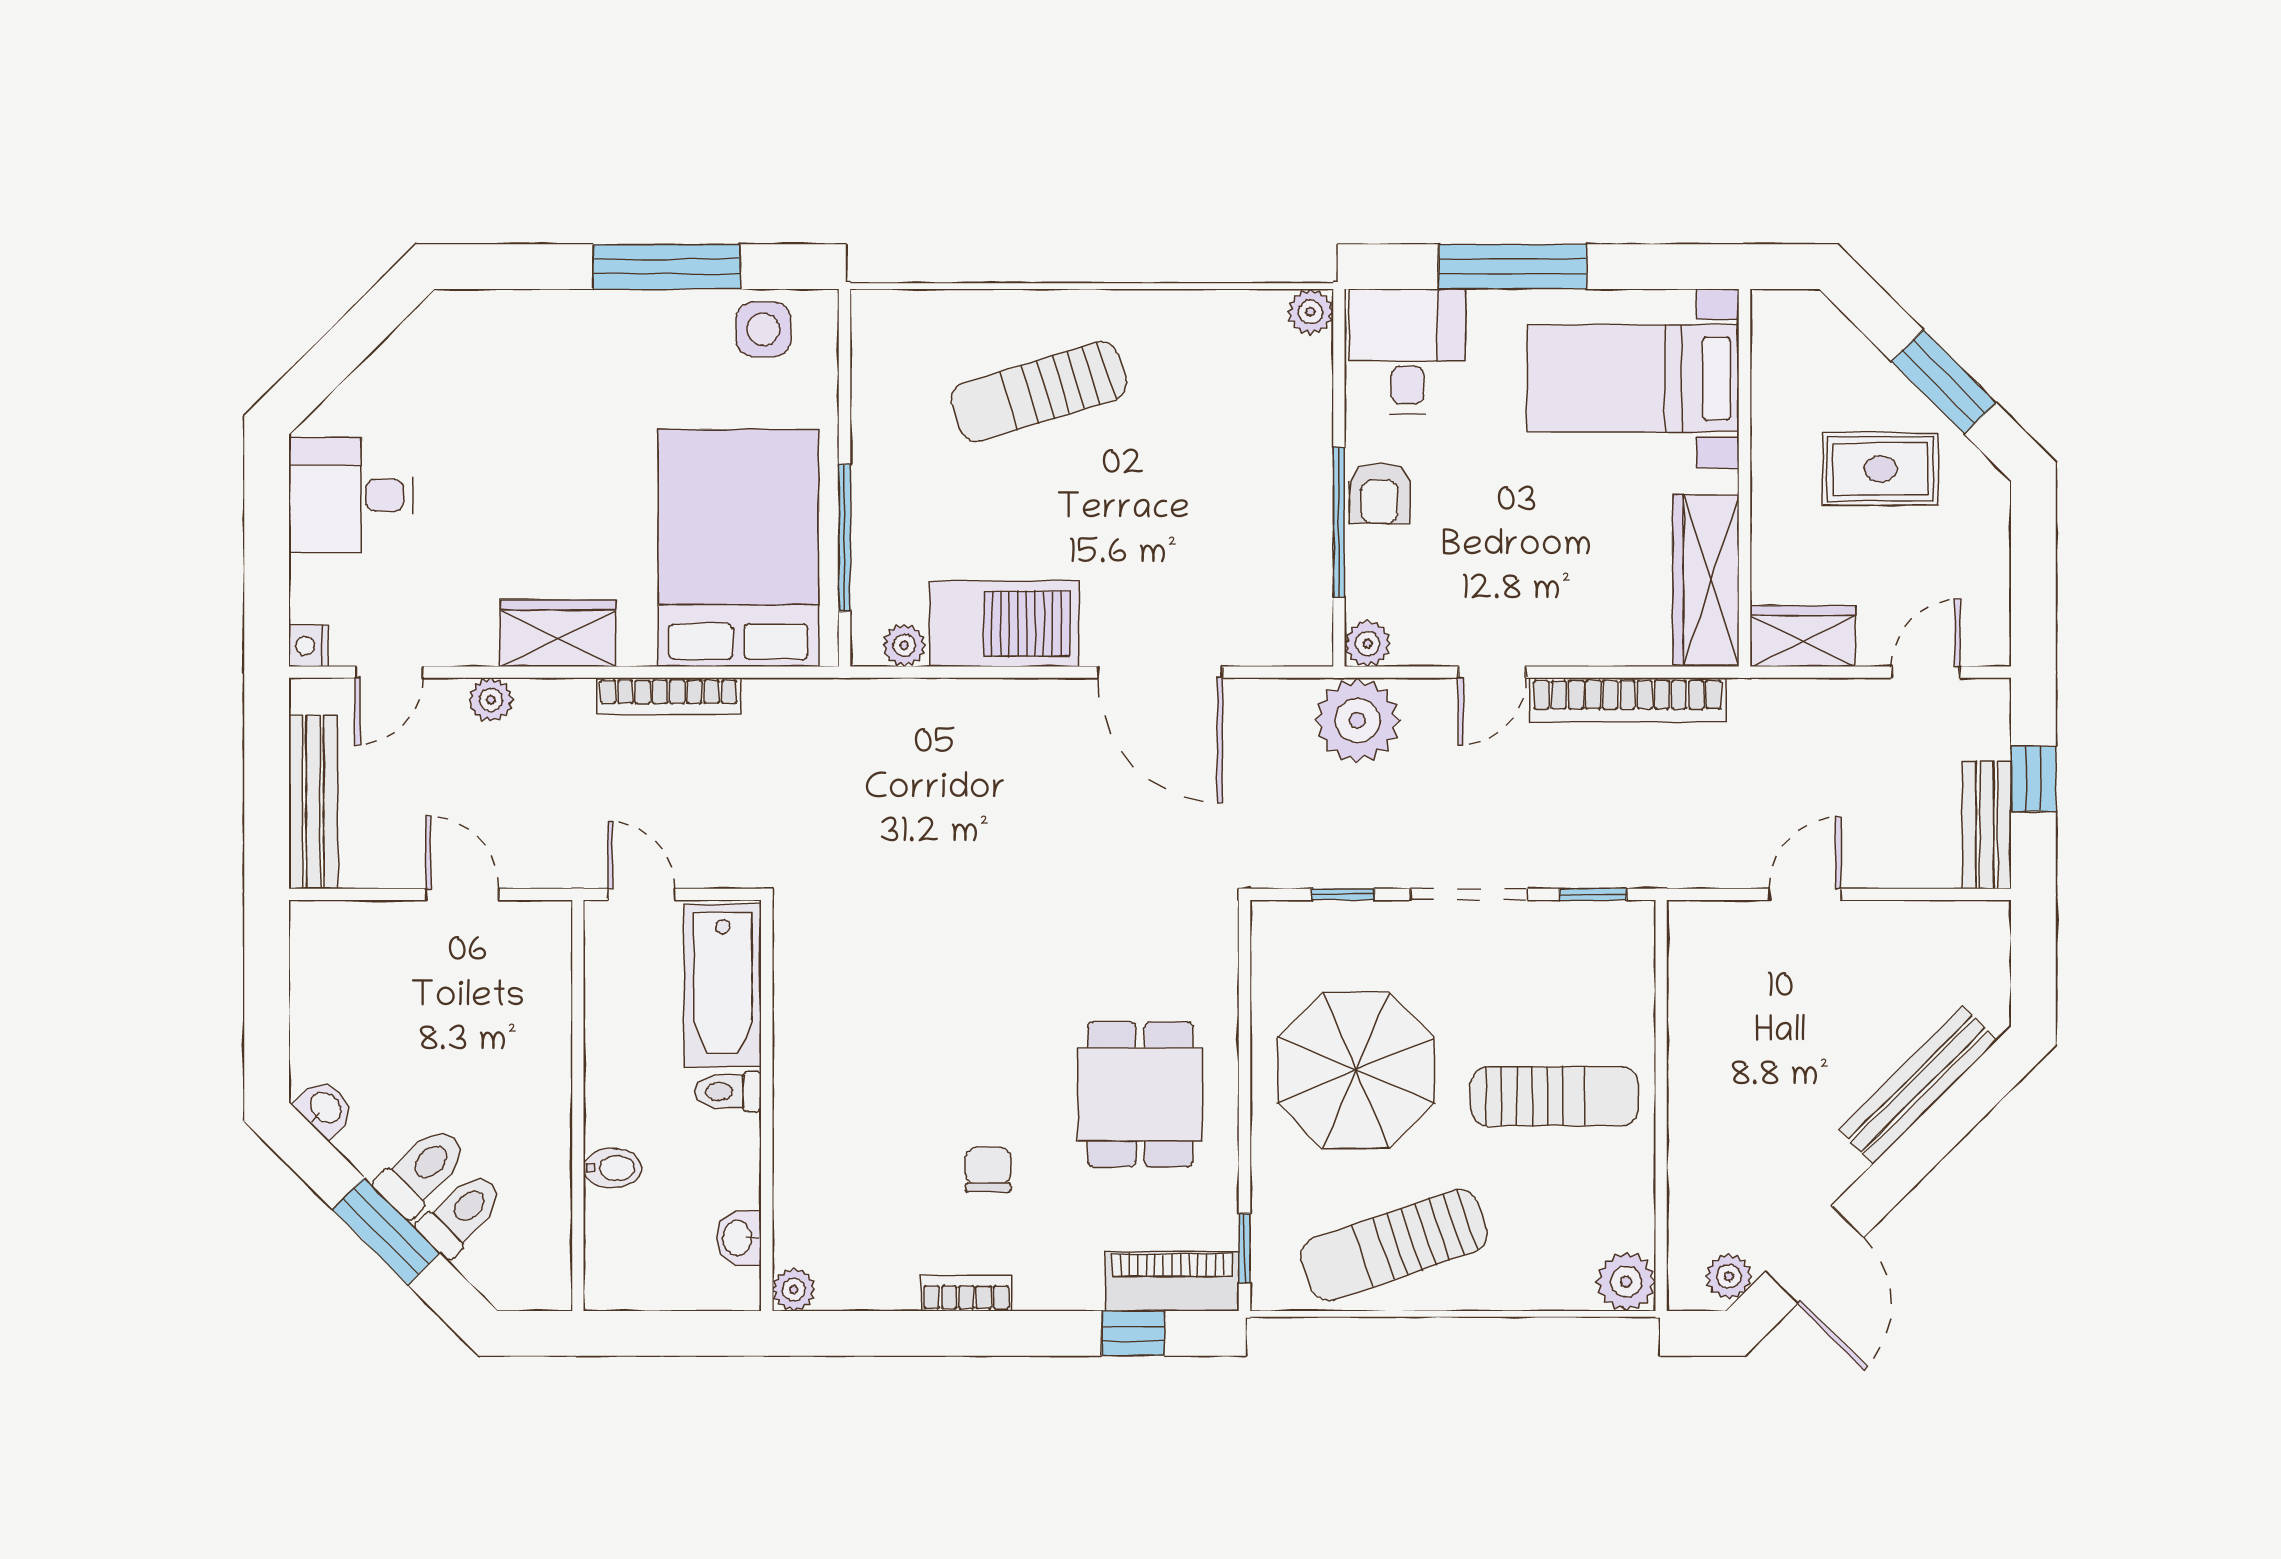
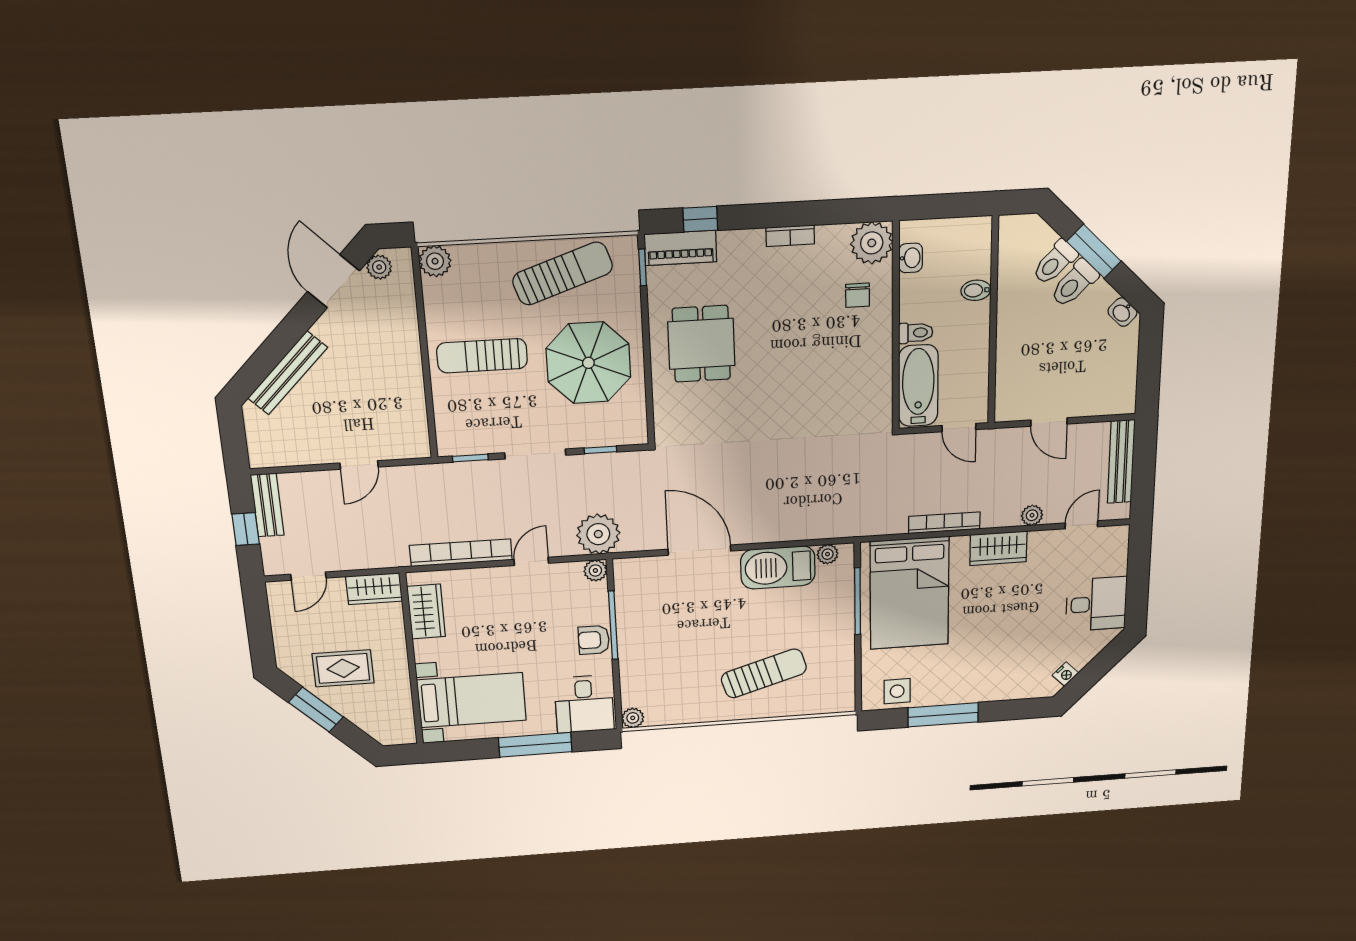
armchair: (1380, 493) -> (594, 640), turned -90
wardrobe: (1706, 580) -> (426, 612), width x0.67
nightstand: (308, 646) -> (1065, 674), moved, turned 45
chair: (988, 1170) -> (858, 295), moved
plant: (794, 1290) -> (872, 243), width x1.87, depth x1.87

